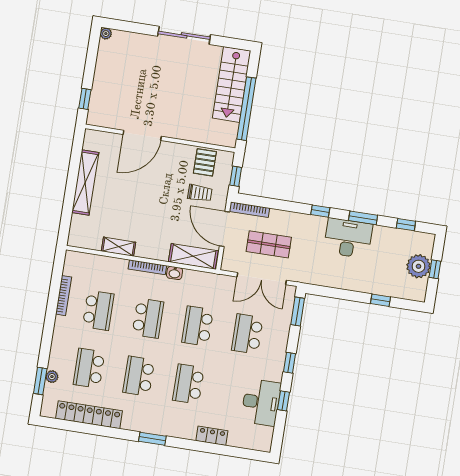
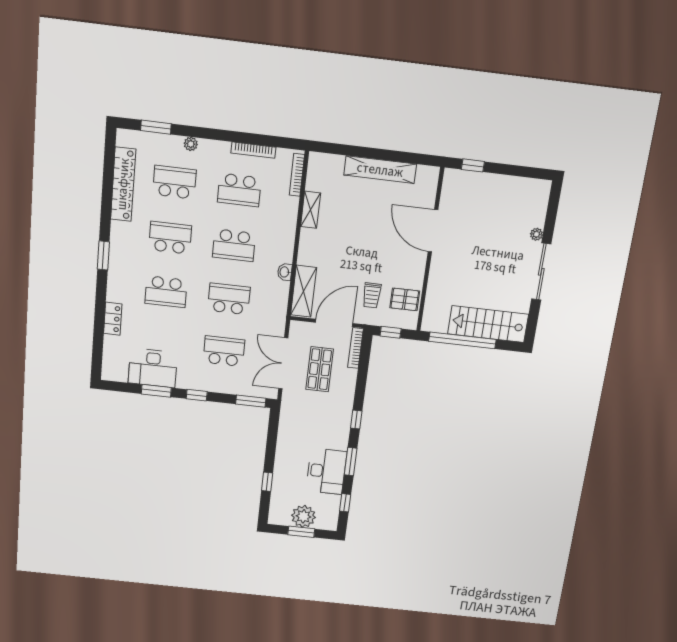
plant: (106, 34) -> (536, 234), moved
desk: (348, 238) -> (326, 471), moved
bookcase: (147, 267) -> (297, 175), moved
window: (435, 269) -> (301, 532), width x1.50
plant: (52, 377) -> (191, 144), moved
school desk: (188, 384) -> (166, 292), turned 180
window: (283, 401) -> (156, 391), width x1.50

